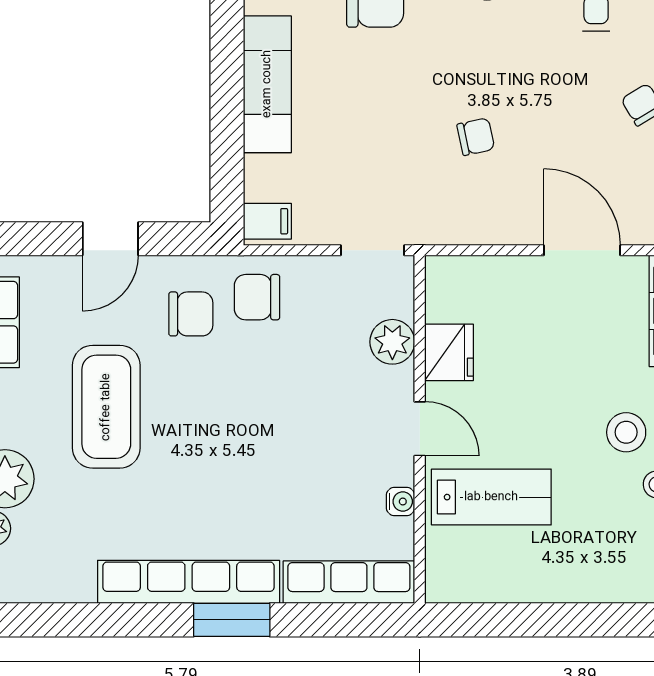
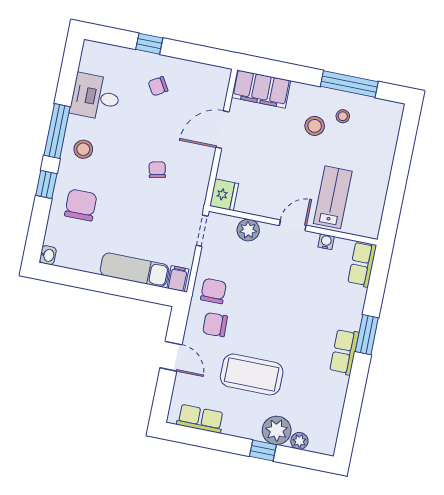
exam couch: (267, 84) -> (135, 270), moved
chair: (257, 297) -> (213, 291), turned 180
chair: (191, 314) -> (215, 325), turned -92
fridge: (449, 352) -> (224, 195), moved, turned 90
row of seats: (189, 582) -> (344, 352), width x0.50
row of seats: (349, 582) -> (362, 264), width x0.68

